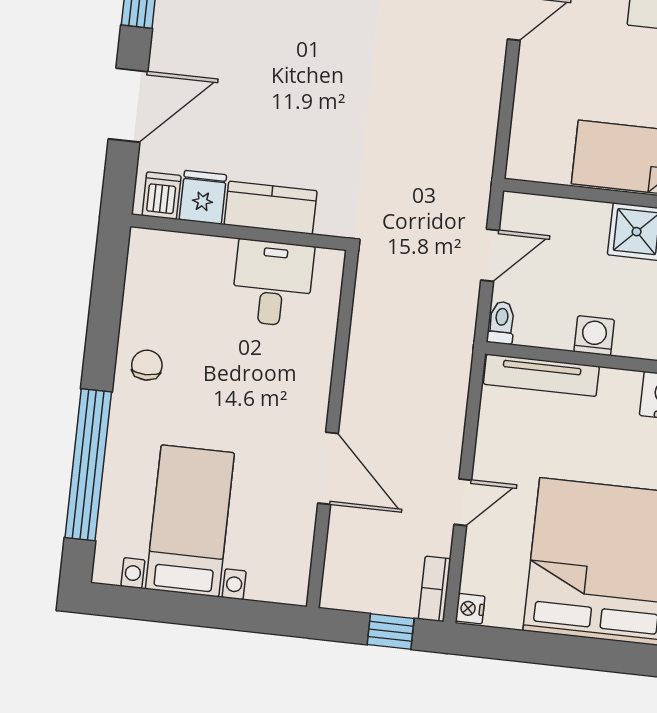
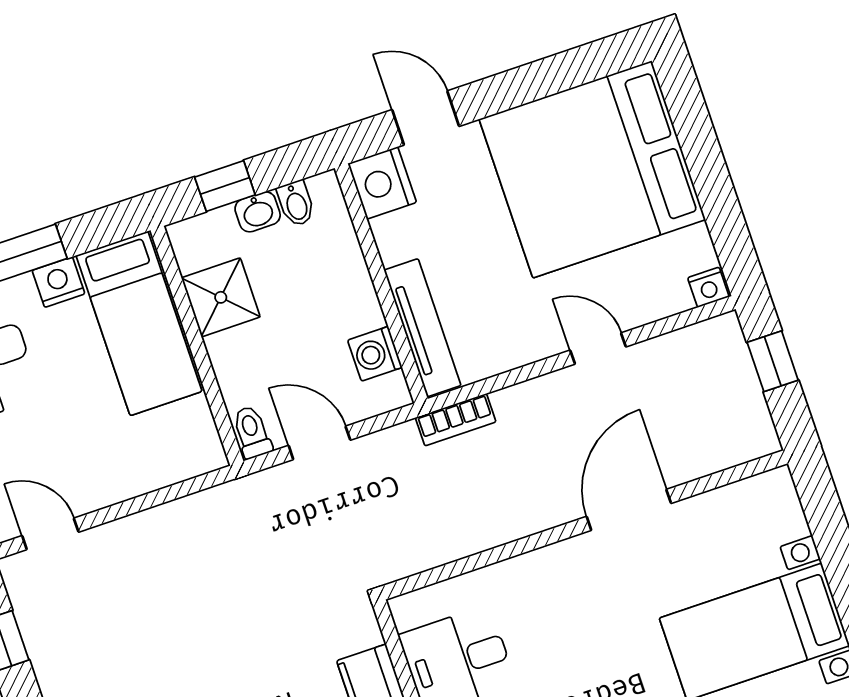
toilet: (501, 323) -> (252, 432), moved, turned 90
washing machine: (594, 336) -> (375, 354), moved
bookcase: (435, 589) -> (456, 420), moved

